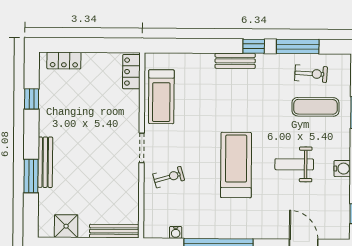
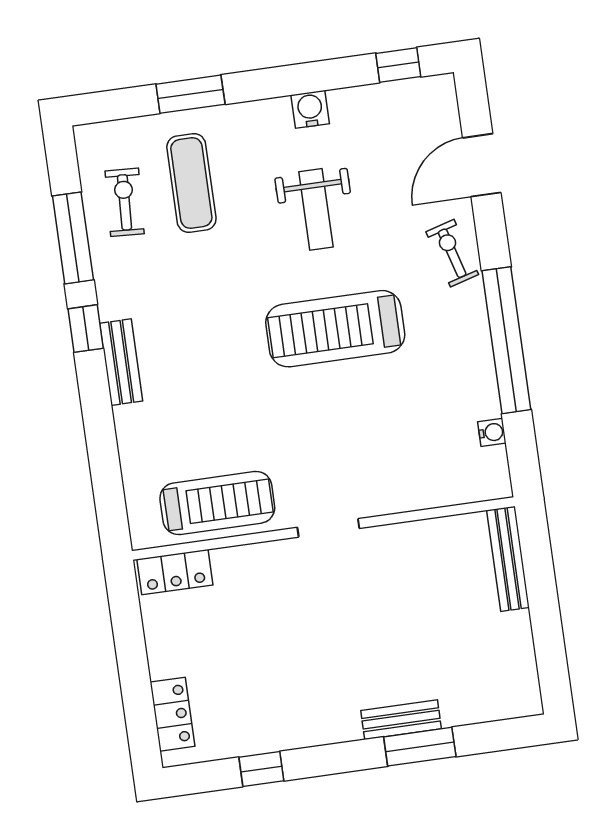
bench: (45, 162) -> (401, 720), width x0.73
exercise bike: (169, 177) -> (452, 253), moved
shower: (66, 226) -> (512, 659), removed

